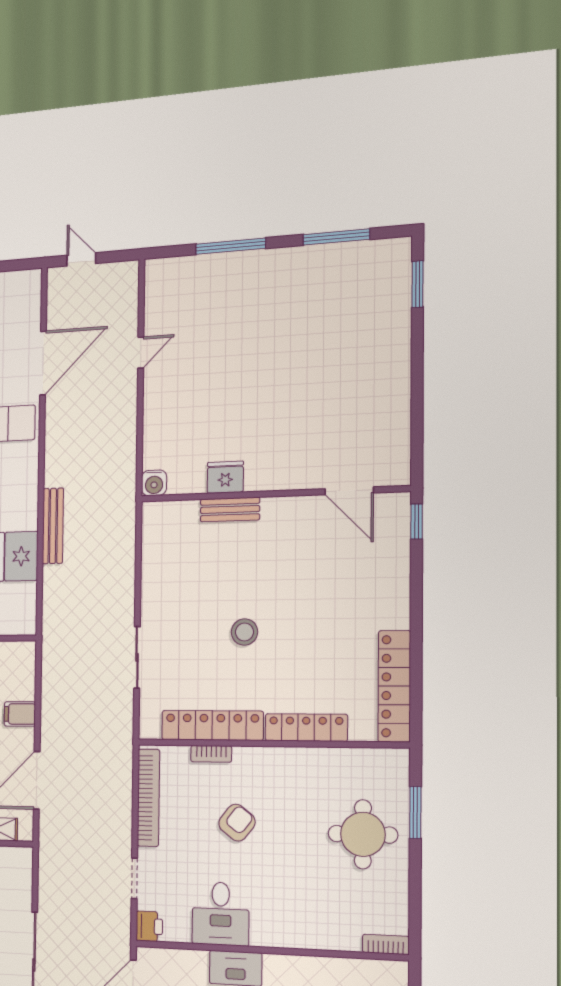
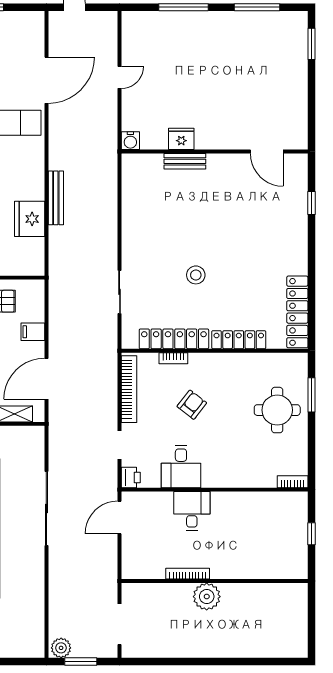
fridge: (225, 477) -> (181, 139), moved
water cooler: (154, 483) -> (130, 141), moved
door: (349, 491) -> (267, 152), moved
wall: (273, 494) -> (215, 152), moved
bench: (230, 509) -> (185, 161), moved

